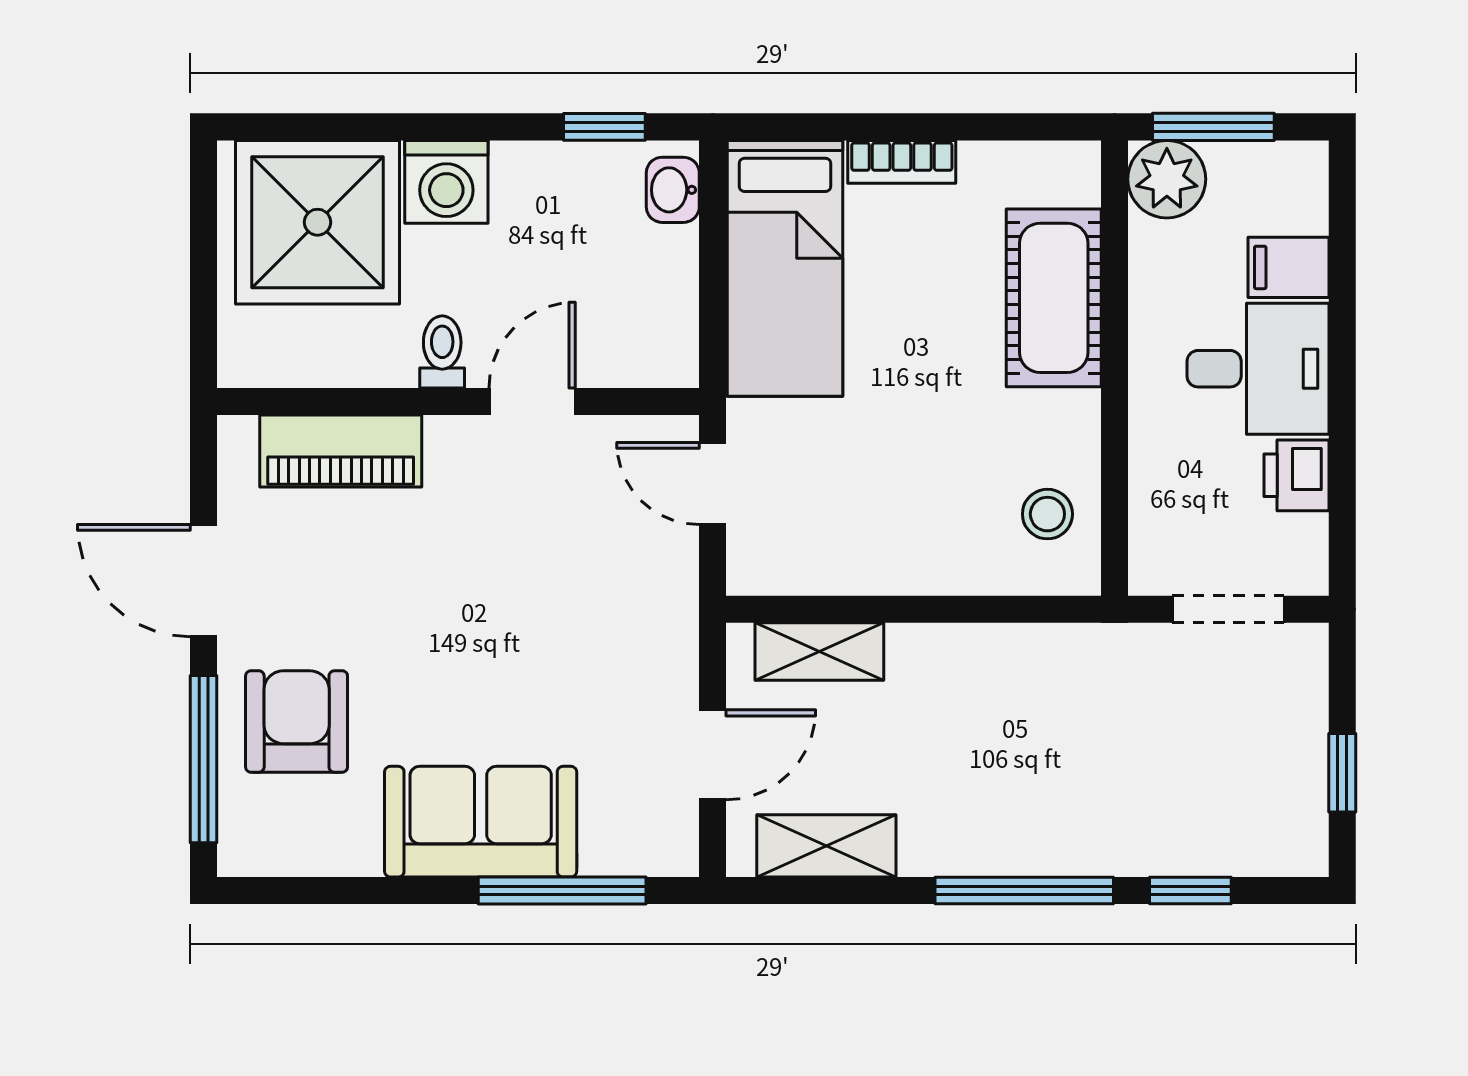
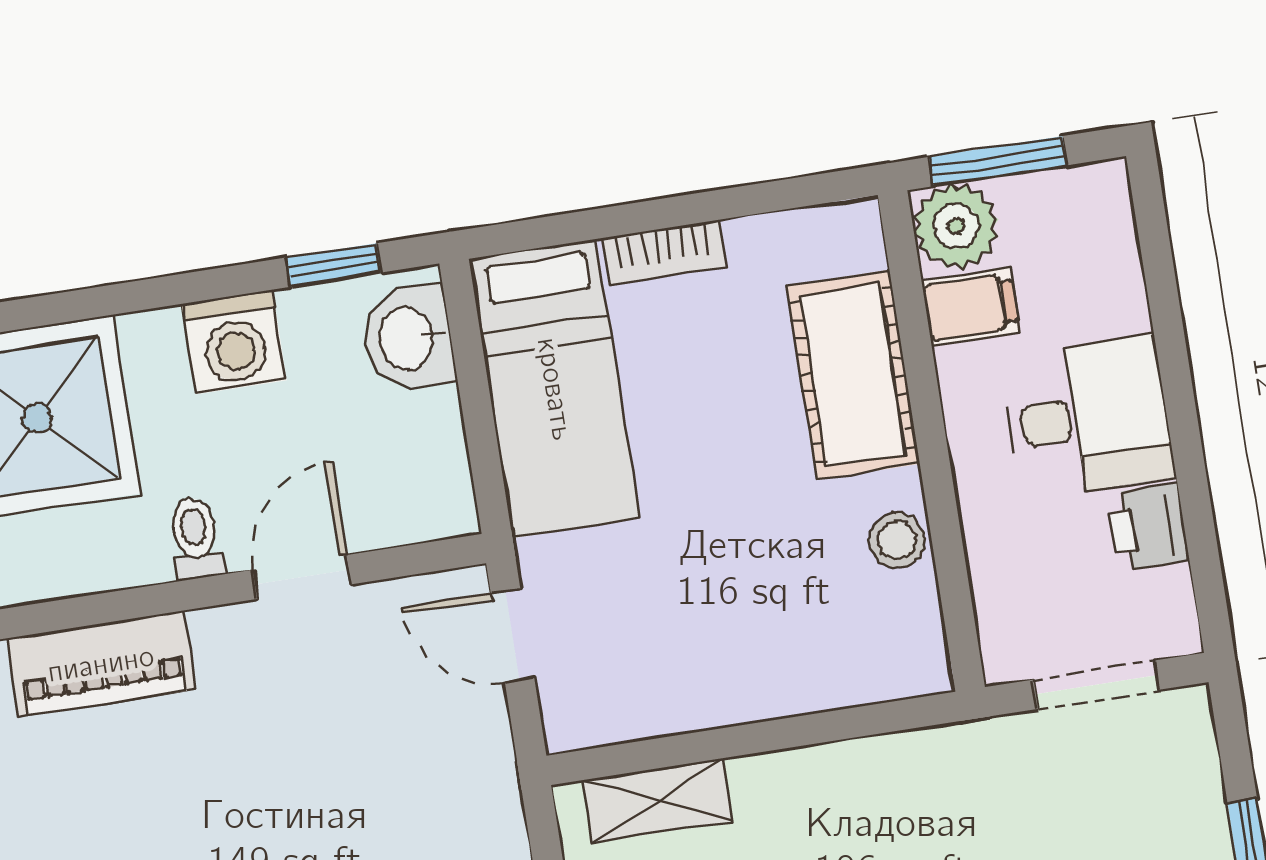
washing machine: (446, 182) -> (234, 342), moved
washbasin: (673, 190) -> (408, 338), width x1.38, depth x1.45
filing cabinet: (1288, 267) -> (970, 307), moved, turned 180
stool: (1047, 514) -> (897, 540), moved

